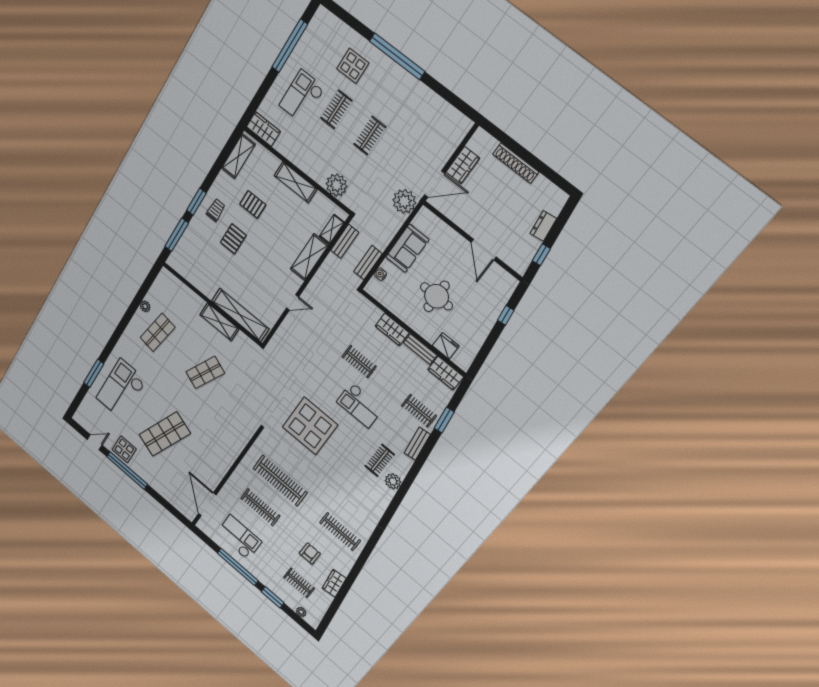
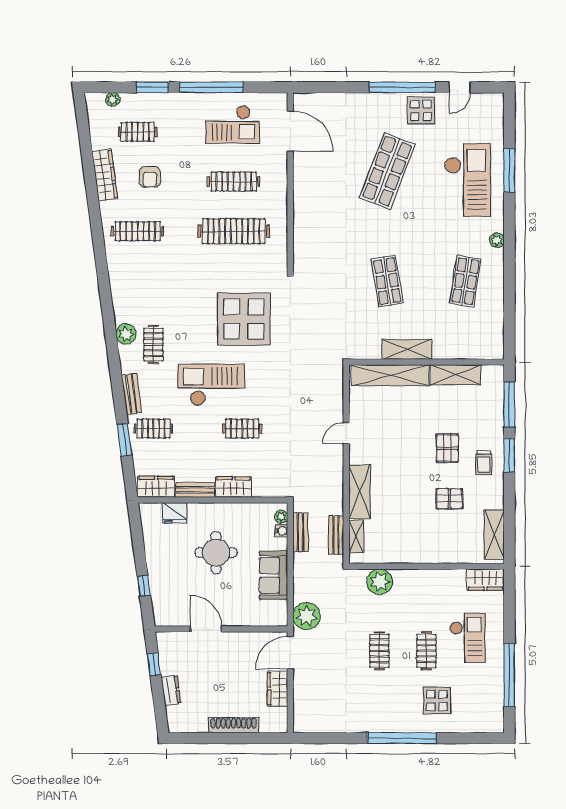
shelving: (296, 182) -> (456, 375), moved
plant: (374, 284) -> (281, 517), added
plant: (145, 306) -> (497, 240), moved
shop shelf: (205, 372) -> (387, 281), turned -33
checkout: (360, 405) -> (211, 385), width x1.36, depth x1.21
wardrobe: (334, 583) -> (105, 175), width x1.50

